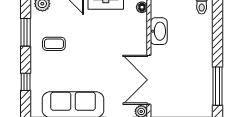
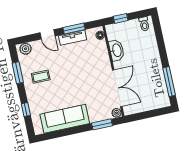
double door: (149, 80) -> (117, 88), swing flipped

